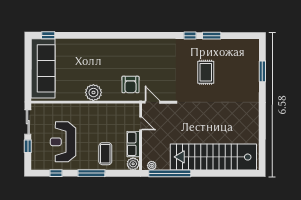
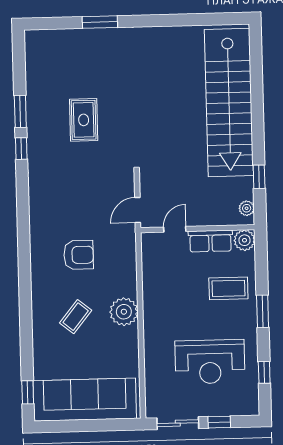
coffee table: (91, 64) -> (76, 317), added
window: (262, 71) -> (100, 22), moved
rug: (206, 72) -> (84, 120), turned 90
armchair: (130, 84) -> (79, 255), moved
window: (91, 173) -> (263, 311), width x0.69
window: (170, 173) -> (259, 177), width x0.32

